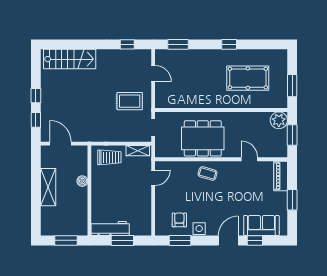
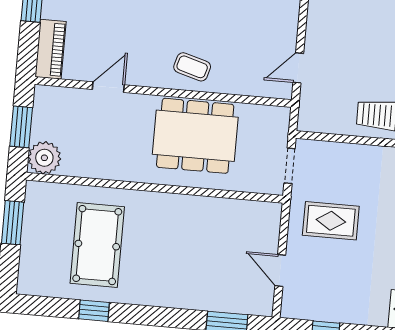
window: (229, 44) -> (94, 311), moved
pool table: (248, 78) -> (97, 245), turned 90
shelving: (138, 151) -> (324, 123), removed
door: (249, 159) -> (108, 87), swing flipped

